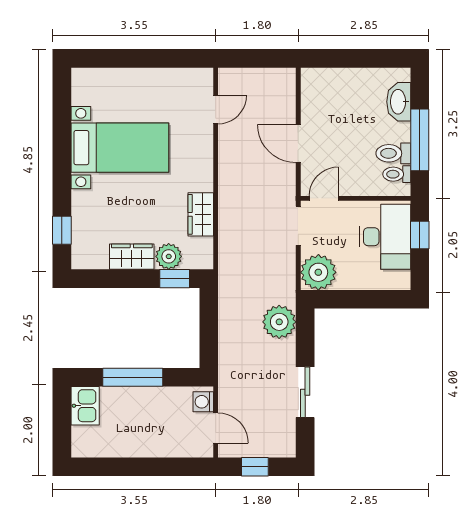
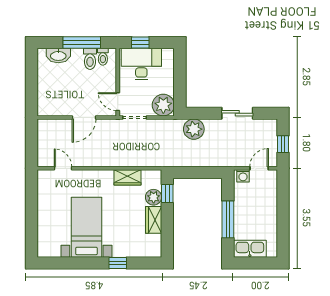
window: (62, 230) -> (118, 263), moved
kitchen sink: (85, 406) -> (250, 249), width x1.38

